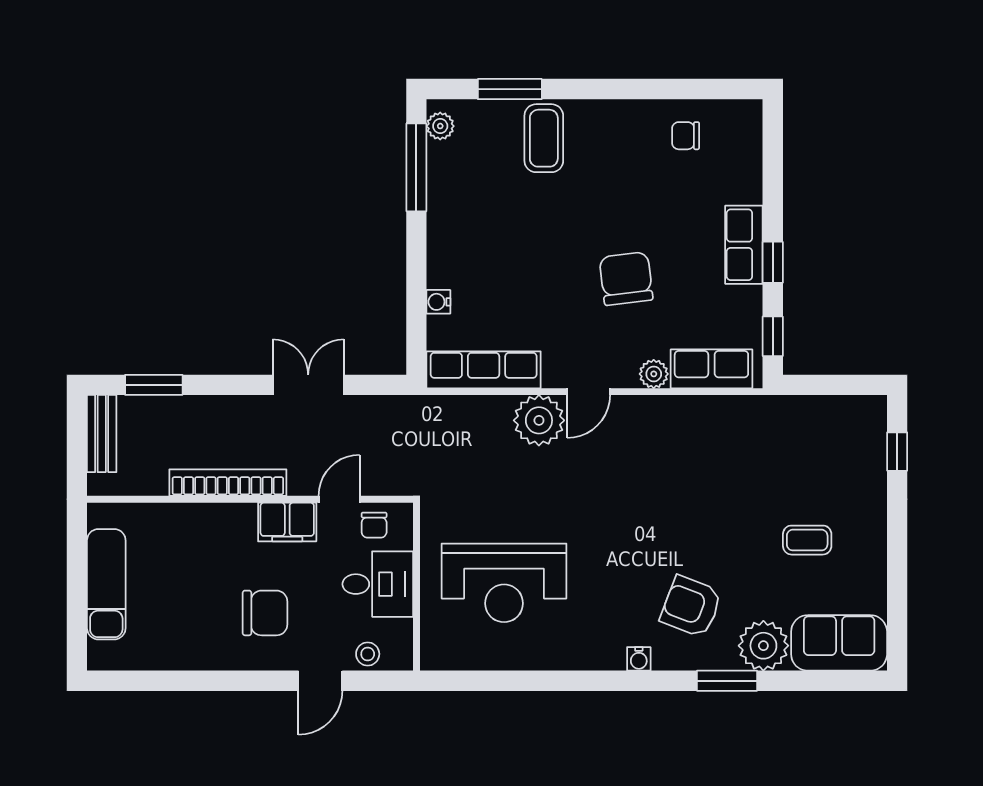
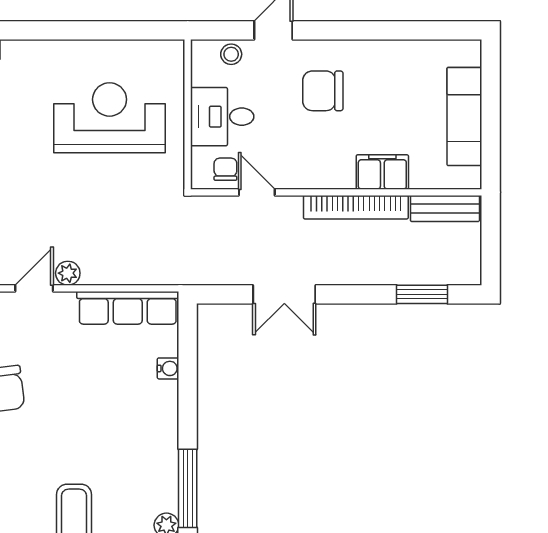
plant: (539, 420) -> (68, 273), width x0.53, depth x0.53
bench: (102, 434) -> (445, 208), moved, turned 90
door: (339, 499) -> (257, 192), swing flipped
filing cabinet: (287, 522) -> (382, 172), moved

